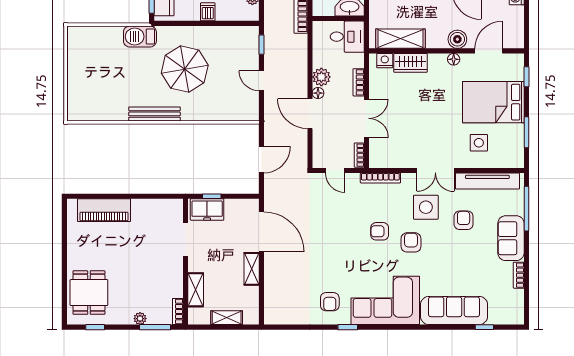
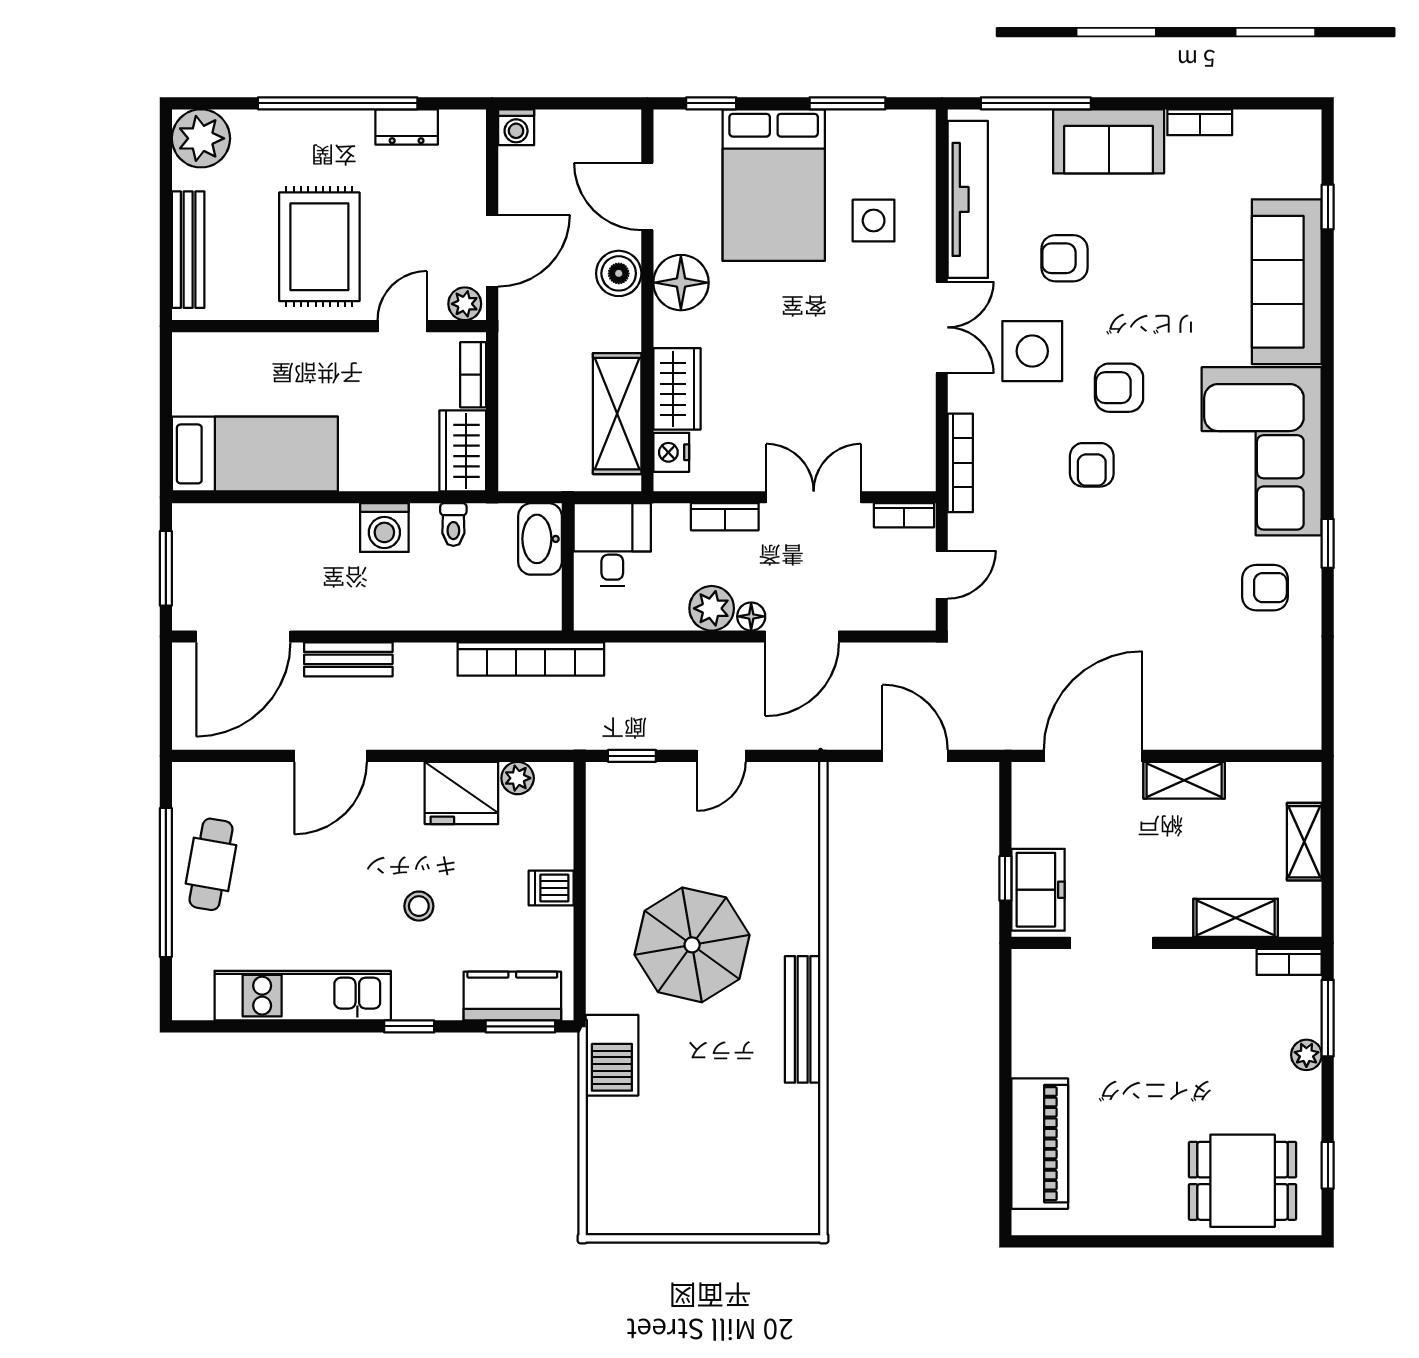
floor lamp: (454, 59) -> (681, 283), width x1.89, depth x1.89

